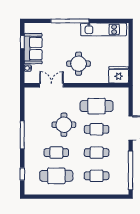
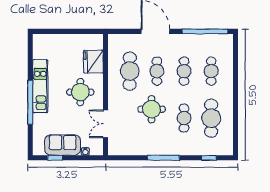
kitchen unit: (104, 29) -> (40, 86), moved
fridge: (119, 75) -> (93, 62), moved

